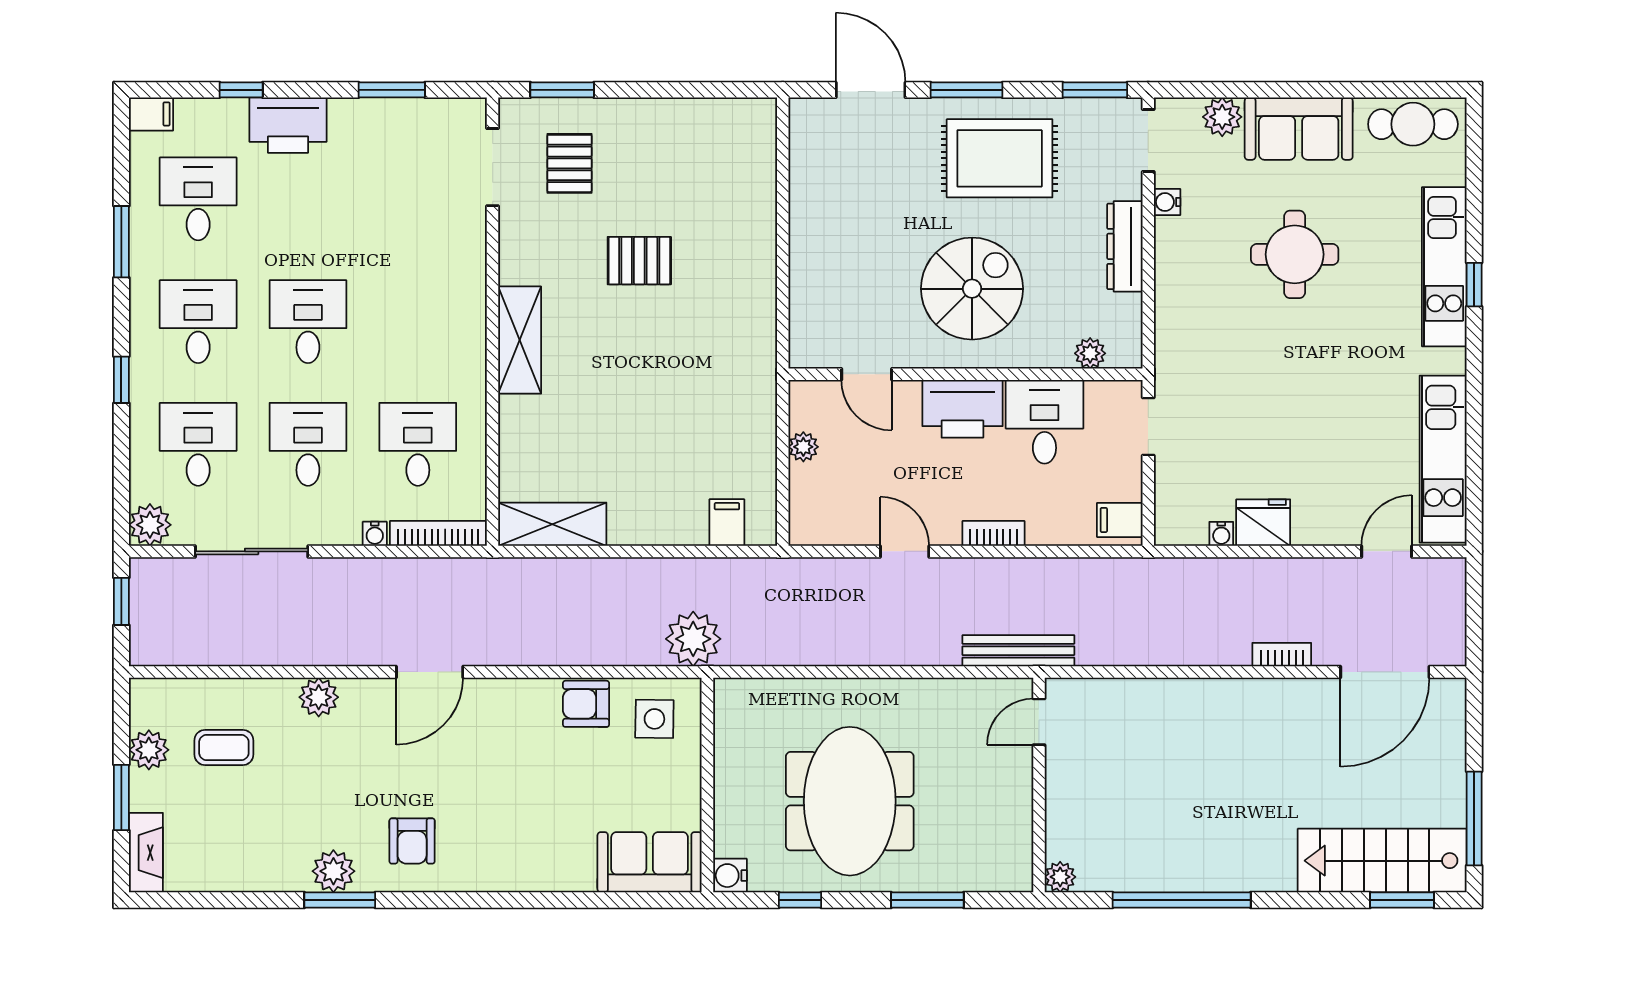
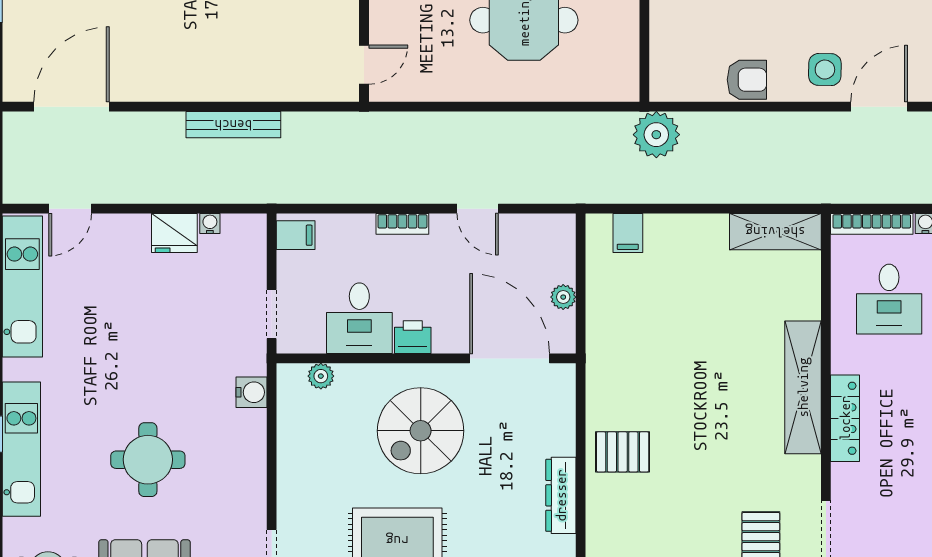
water cooler: (1167, 202) -> (251, 392), moved, width x1.38, depth x1.38
dresser: (1125, 246) -> (561, 495), moved, turned 180
pallet: (639, 261) -> (623, 452), moved
locker: (470, 303) -> (845, 418), added
shelving: (520, 340) -> (803, 387), width x1.47
door: (867, 374) -> (510, 358), width x1.88
printer: (962, 409) -> (413, 337), width x0.53, depth x0.68
bench: (1018, 651) -> (233, 125), moved
bookcase: (1282, 655) -> (159, 121), removed
side table: (654, 719) -> (825, 70), moved

